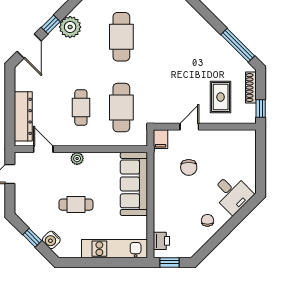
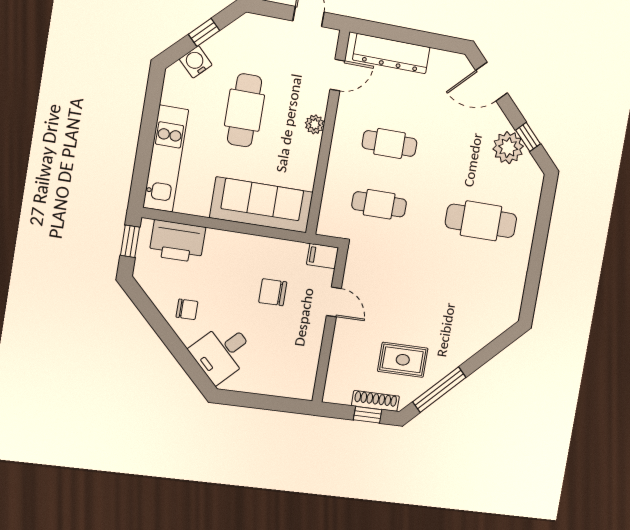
window: (51, 24) -> (528, 137), moved
rug: (221, 97) -> (403, 360), moved
cafe table: (121, 108) -> (379, 204), width x0.73, depth x0.74
window: (261, 109) -> (368, 415), moved
cafe table: (76, 205) -> (245, 110), width x1.37, depth x1.35
printer: (161, 241) -> (177, 241), width x1.87, depth x1.48

